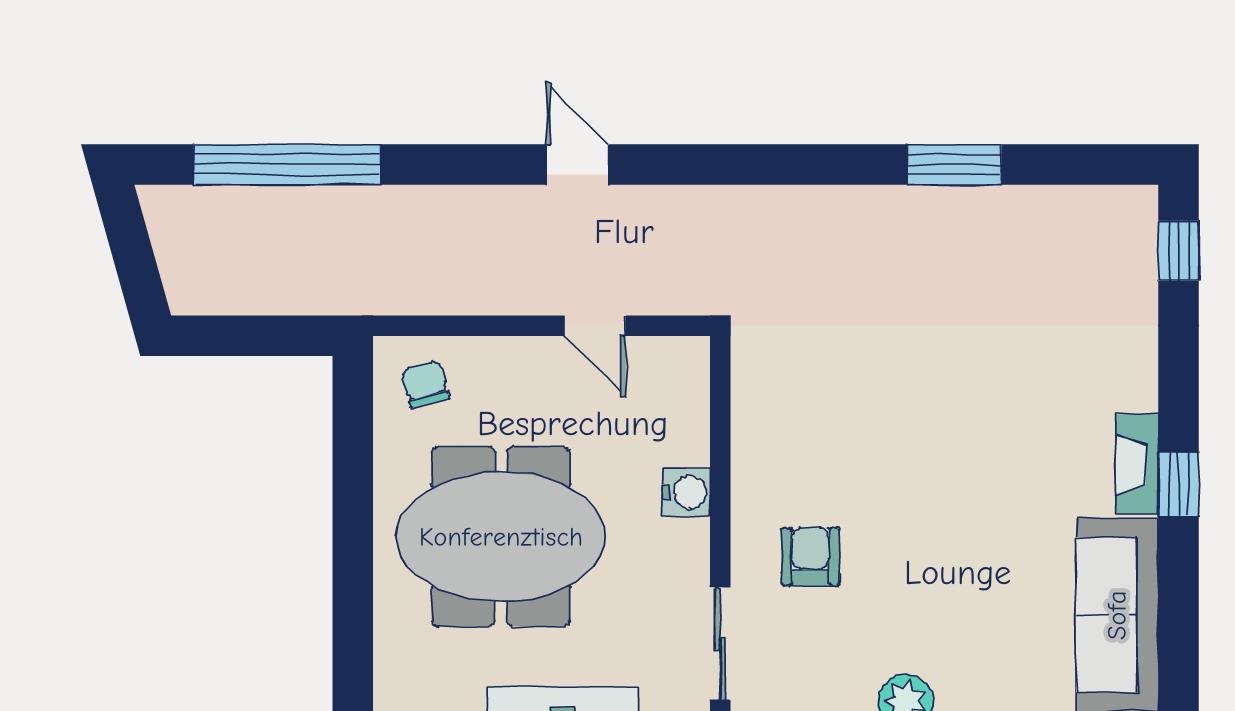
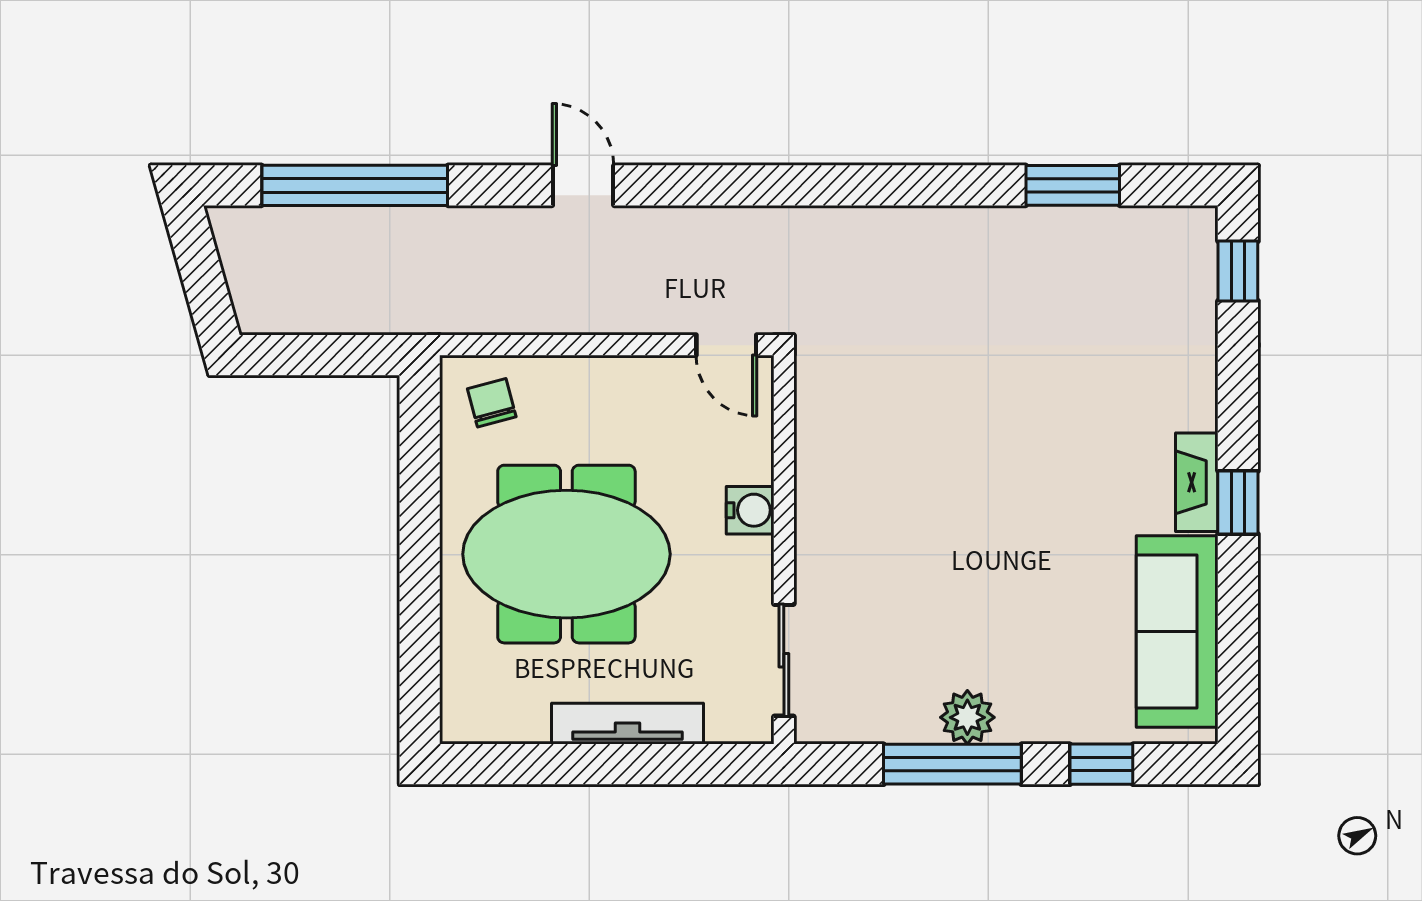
door: (577, 165) -> (583, 185), moved
window: (954, 165) -> (1073, 185), moved
door: (595, 326) -> (726, 345), moved
armchair: (810, 557) -> (873, 574), removed

